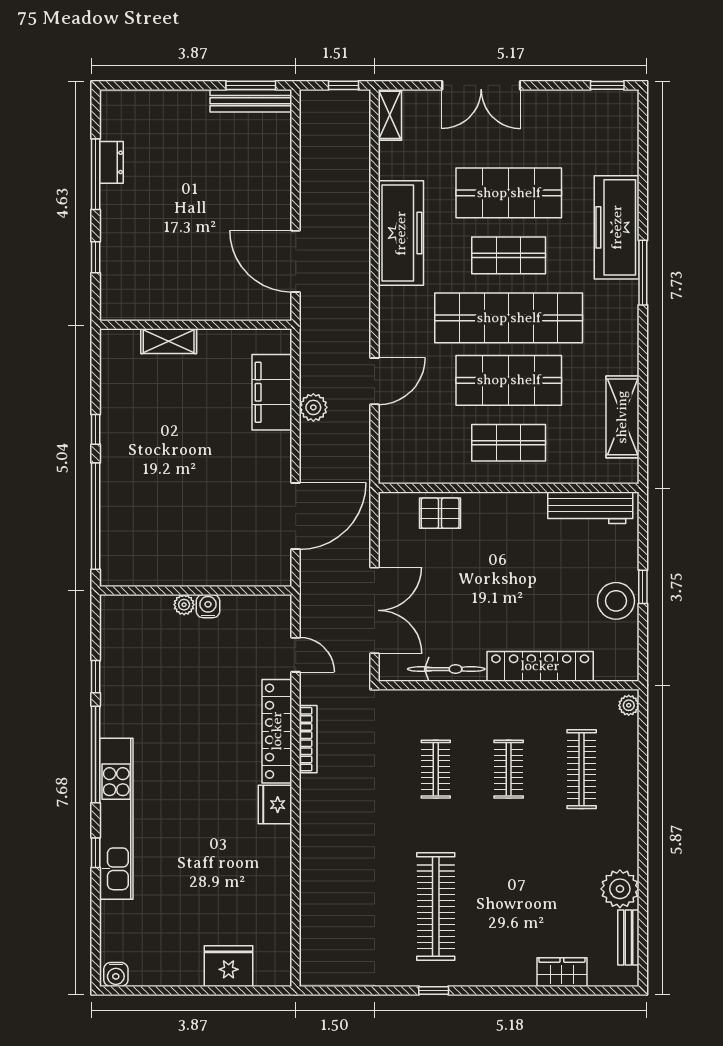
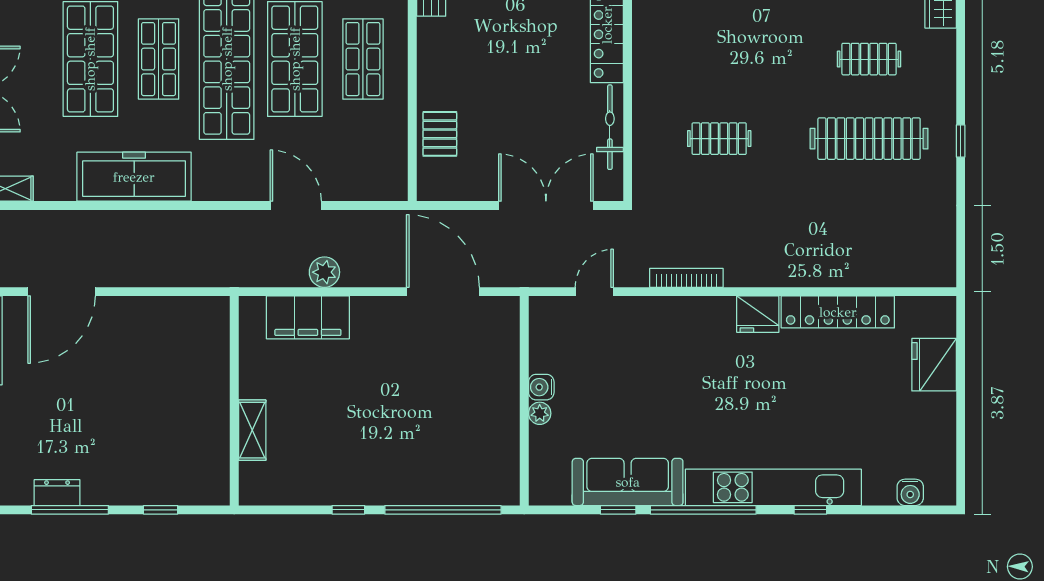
door: (296, 261) -> (62, 292), moved
sofa: (121, 685) -> (628, 482), added
locker: (277, 731) -> (838, 312), moved
clothes rail: (509, 769) -> (869, 59), moved
water cooler: (116, 974) -> (910, 492), moved, turned 90

